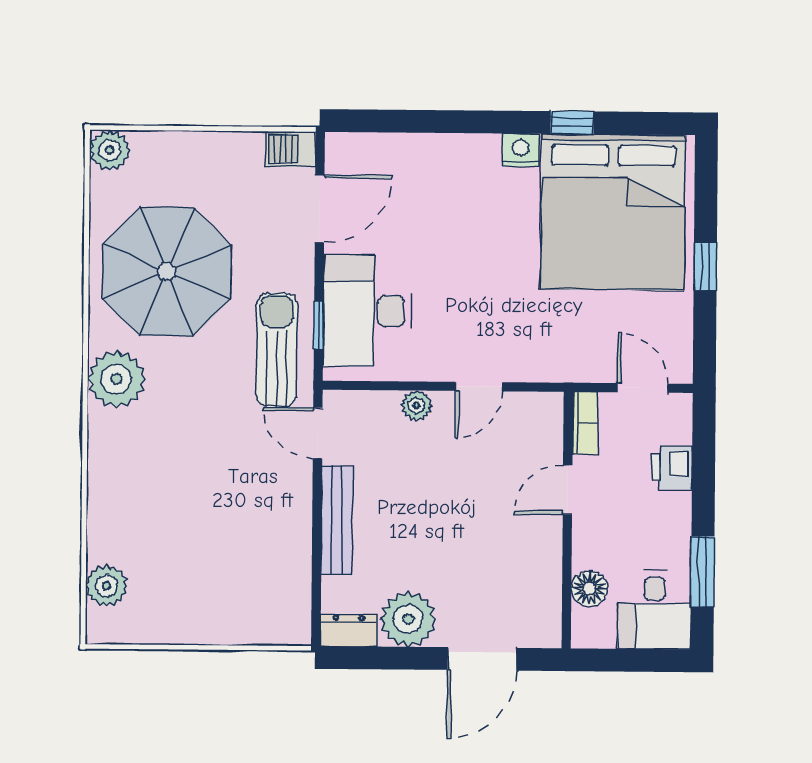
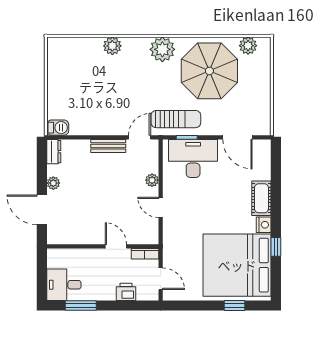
barbecue: (290, 149) -> (58, 128), moved, turned 90
plant: (110, 150) -> (248, 46), moved
cot: (460, 155) -> (261, 198), added
window: (705, 266) -> (235, 306), moved
door: (643, 388) -> (161, 279), hinge flipped
bench: (337, 520) -> (108, 146), width x0.73
plant: (106, 586) -> (112, 46), moved
floor lamp: (589, 589) -> (73, 256), removed
plant: (408, 619) -> (53, 183), width x0.53, depth x0.53

